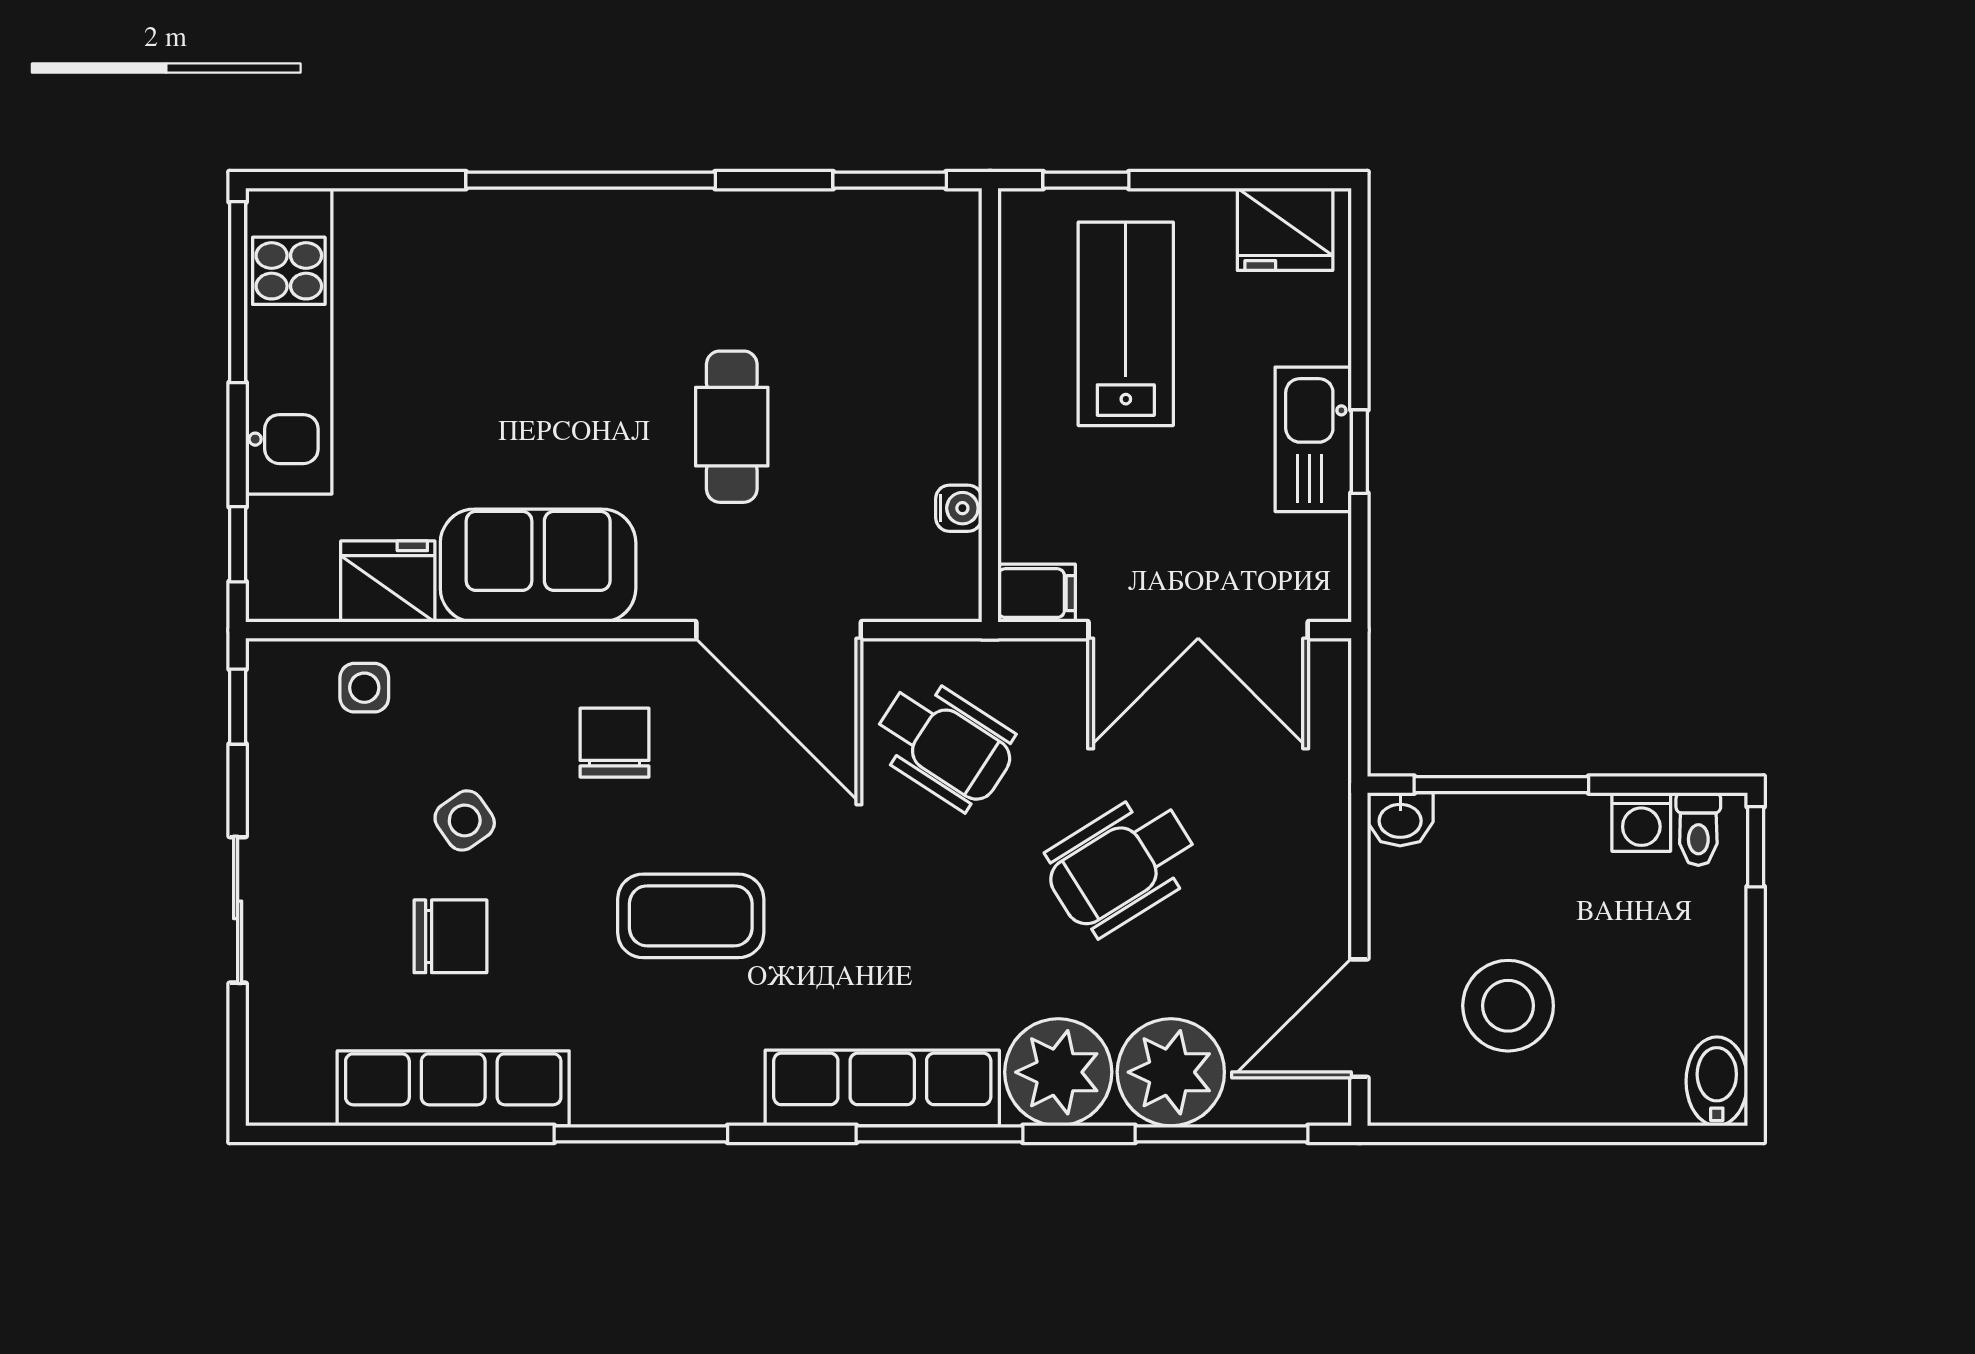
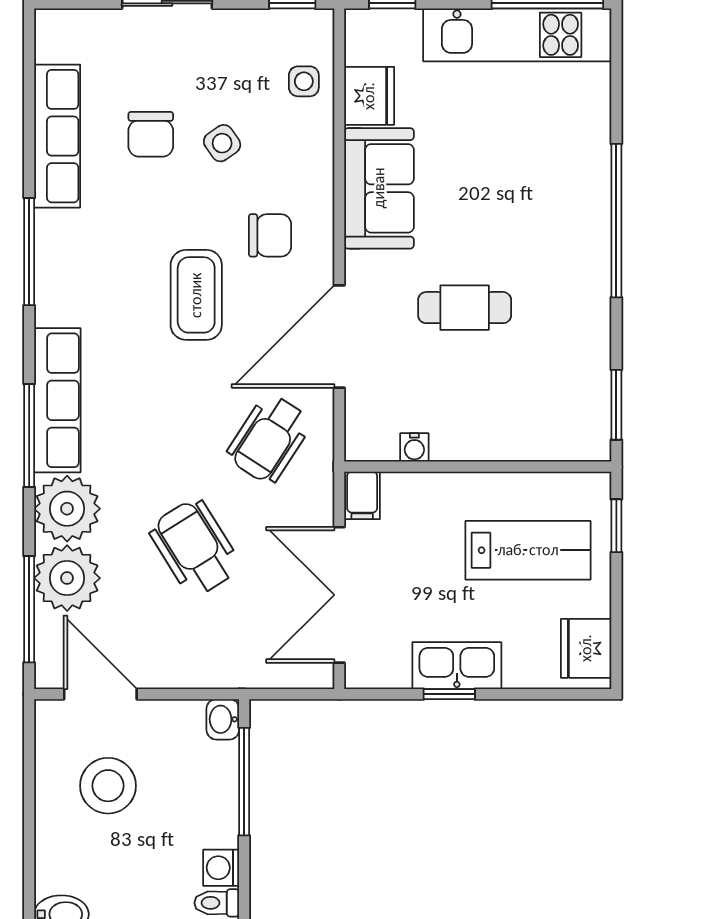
coffee table: (691, 916) -> (196, 295), moved

